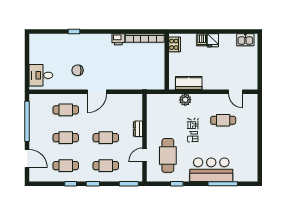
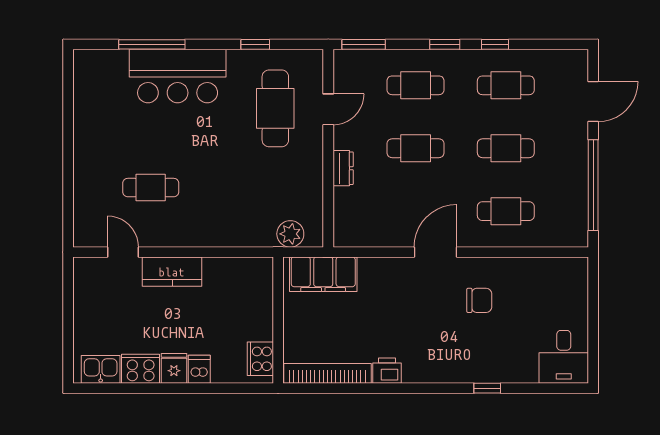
cooker: (228, 40) -> (141, 369), added
desk: (41, 75) -> (564, 357), moved, turned 90
filing cabinet: (147, 82) -> (323, 274), added
kitchen counter: (189, 83) -> (172, 272), moved
plant: (185, 100) -> (290, 234), moved
door: (27, 158) -> (593, 102), swing flipped

